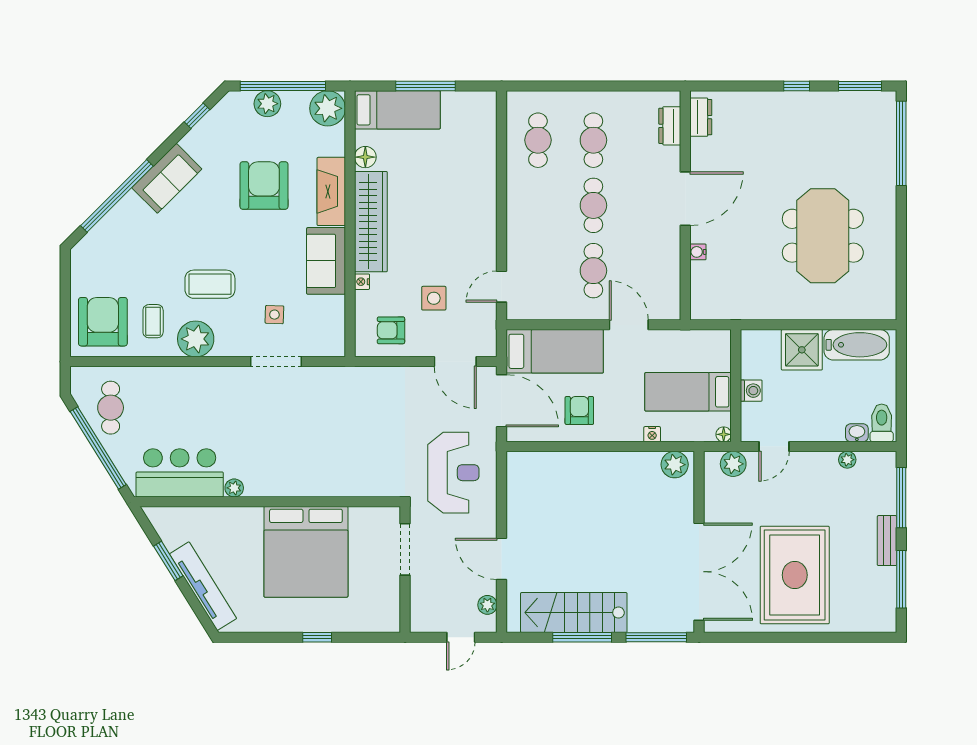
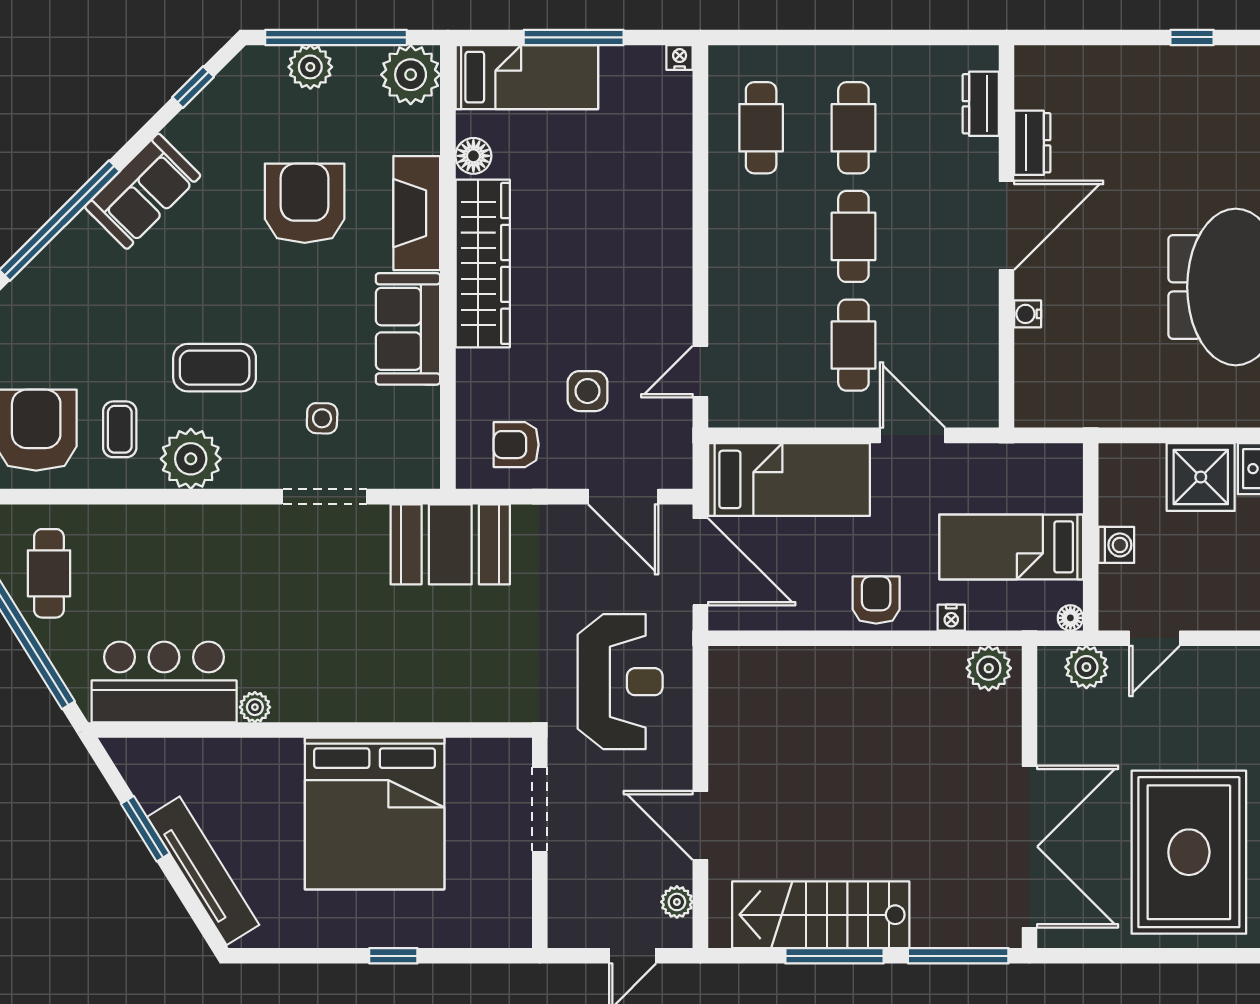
dresser: (701, 117) -> (1032, 143), moved
nightstand: (362, 282) -> (680, 57), moved, turned 90
booth: (351, 390) -> (450, 544), added
armchair: (579, 410) -> (876, 600), moved

